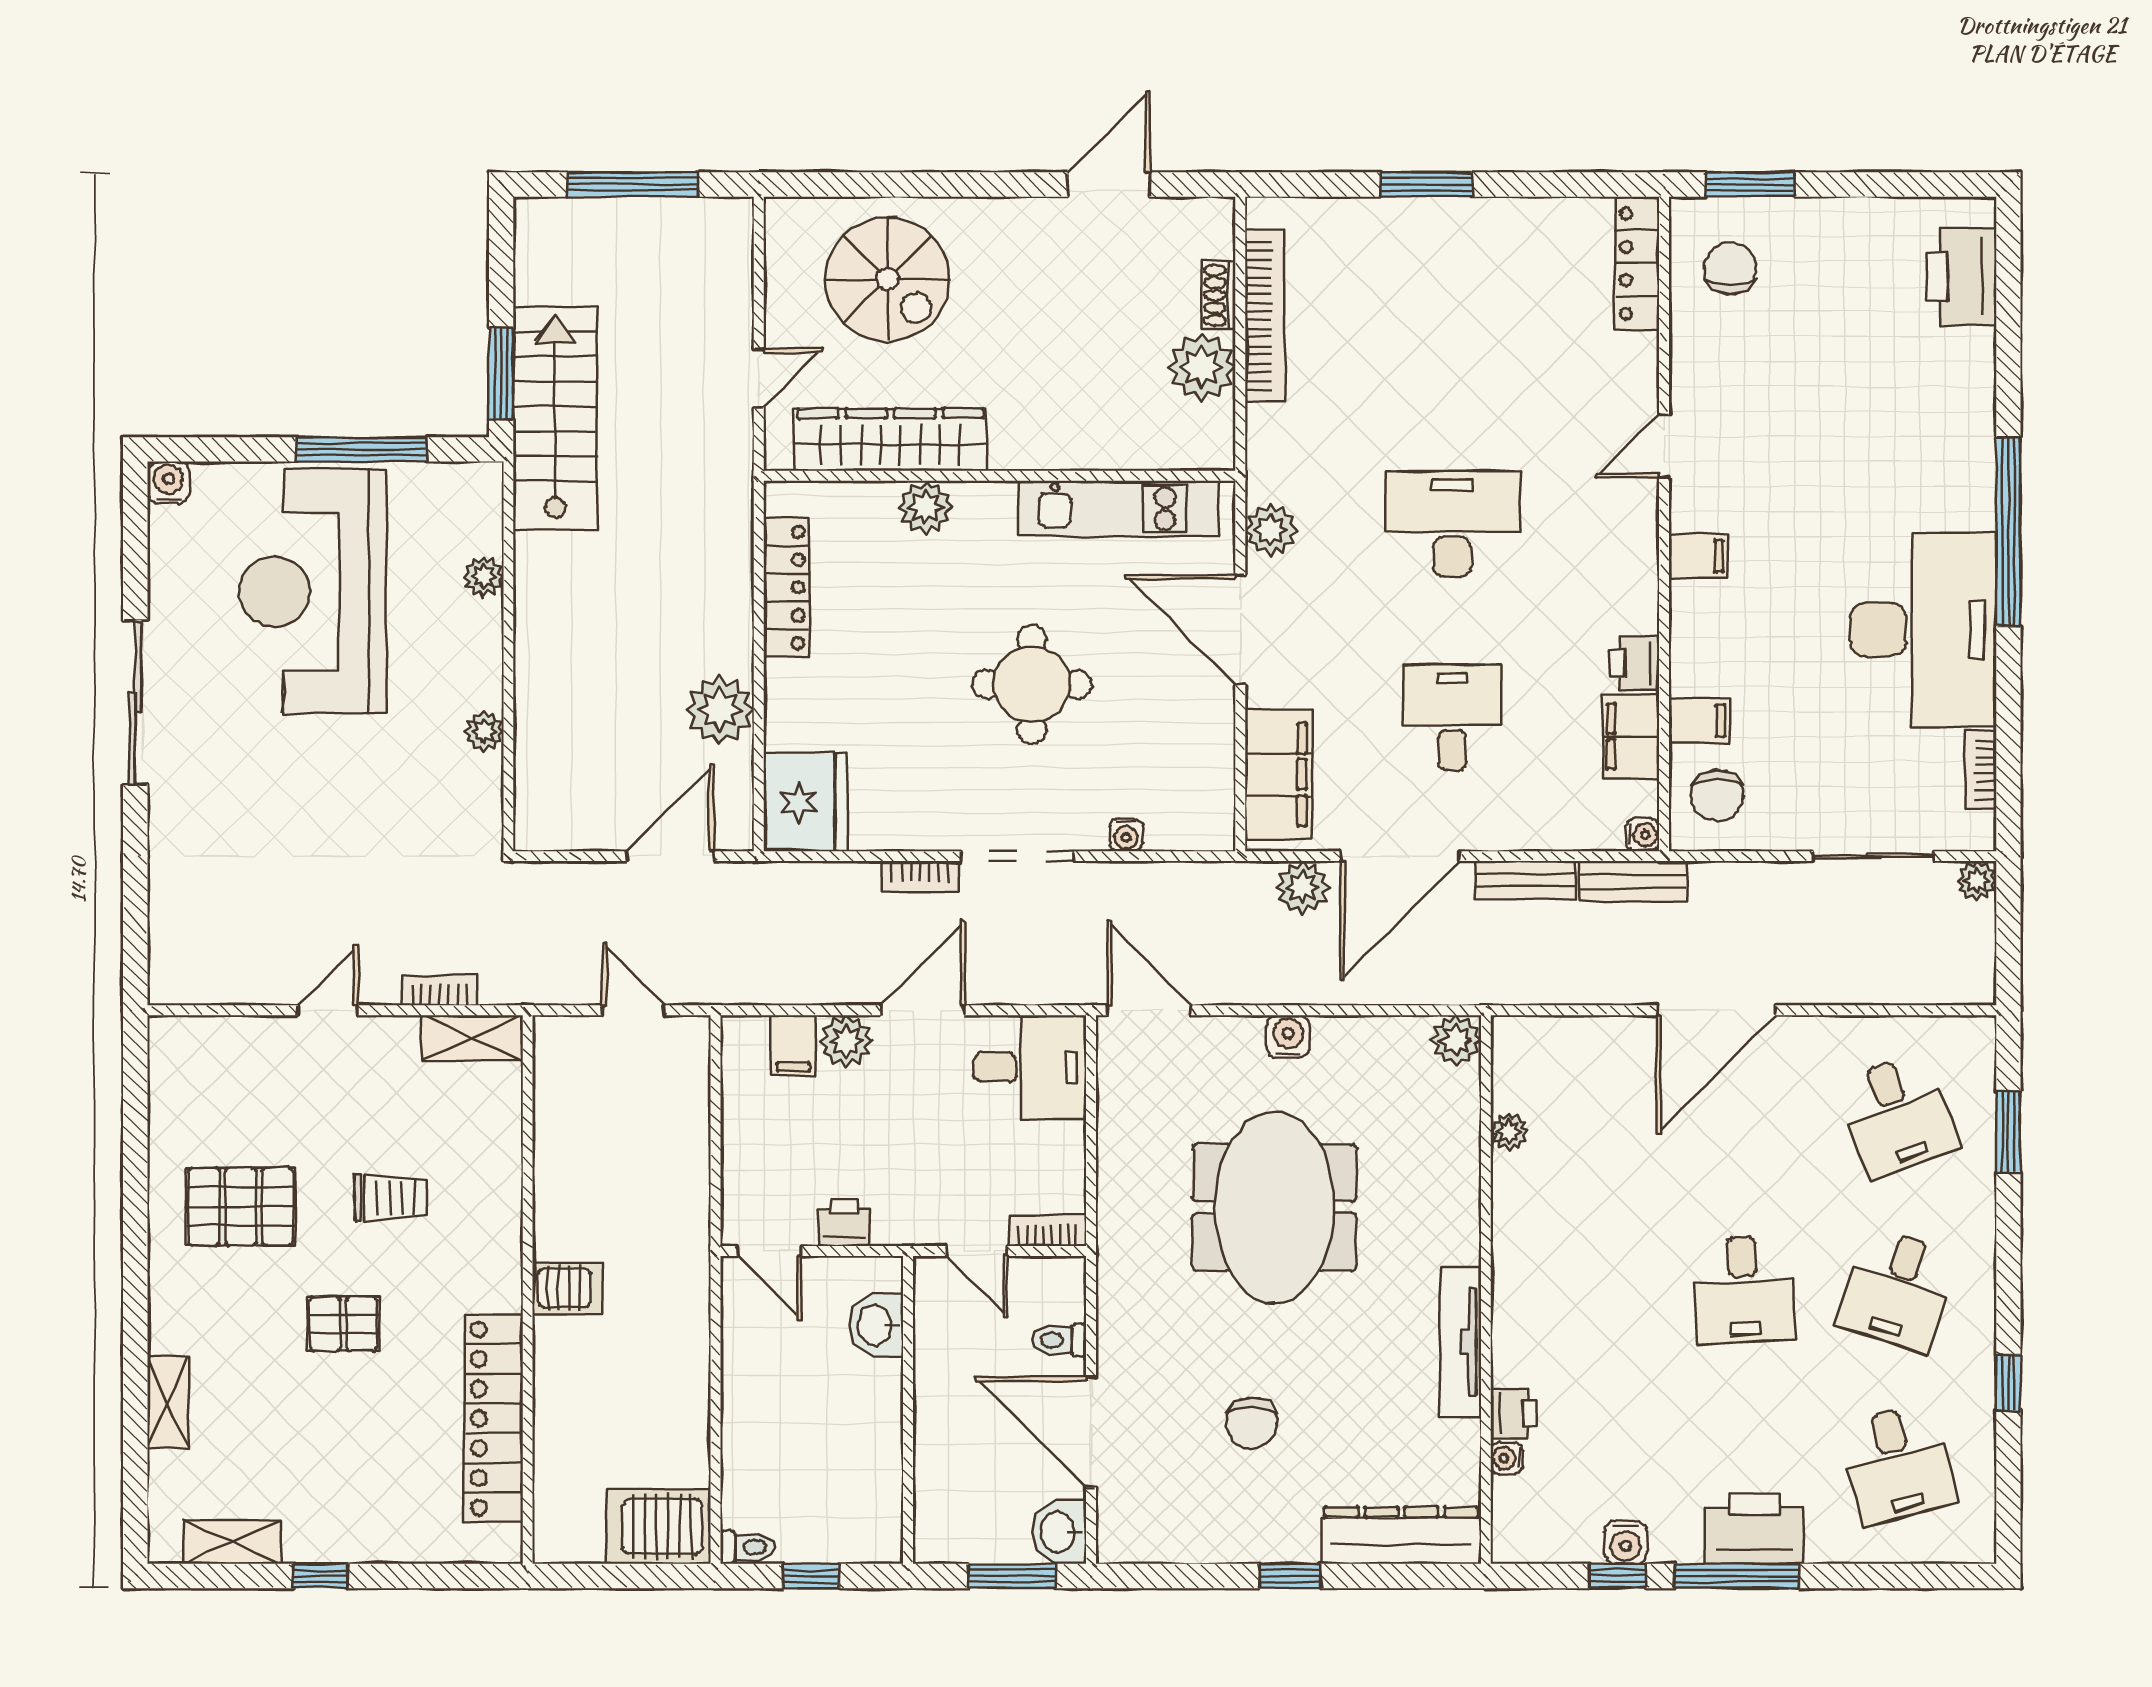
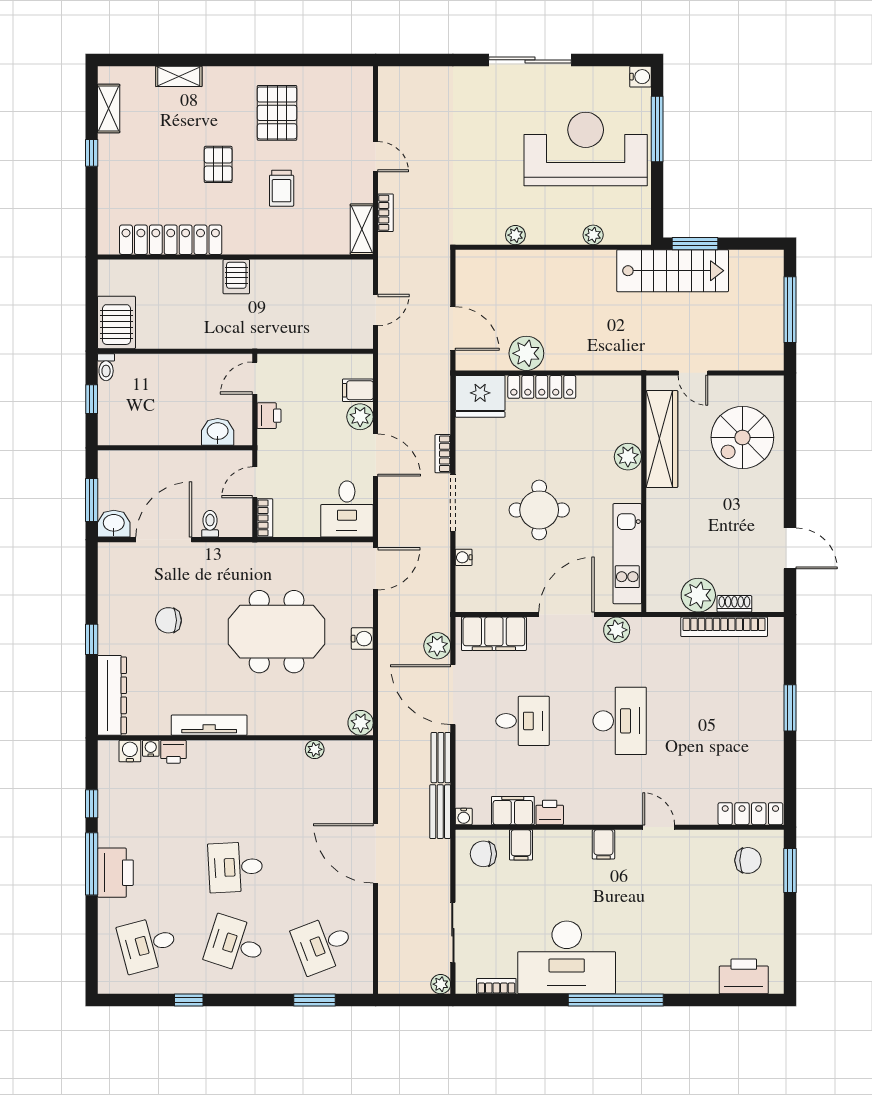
window: (362, 449) -> (657, 129), moved
locker: (787, 588) -> (542, 387), moved
water cooler: (1626, 1542) -> (130, 751), moved, turned 90

